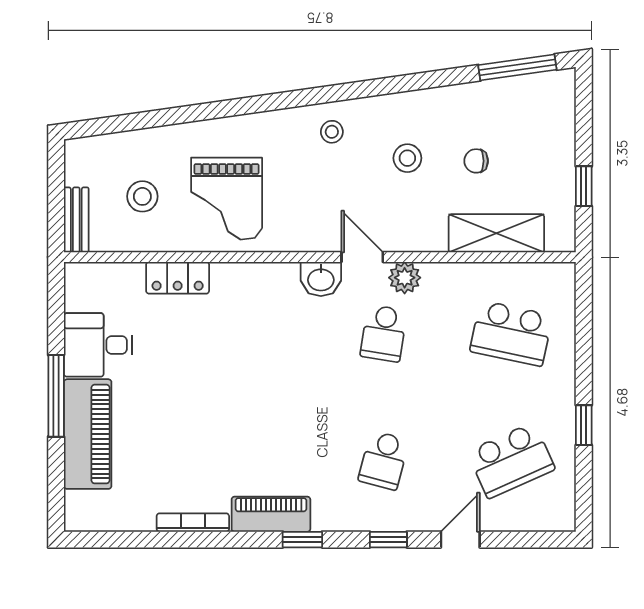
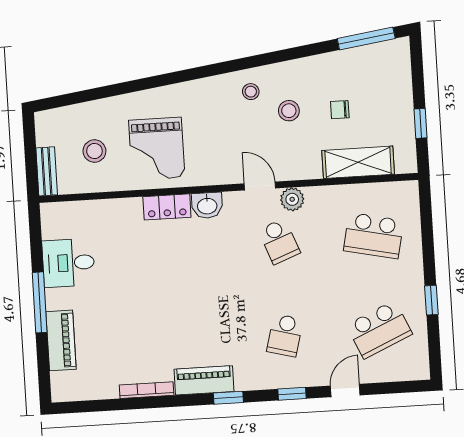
stool: (332, 132) -> (251, 92), moved
locker: (178, 278) -> (167, 207), moved
washbasin: (321, 279) -> (207, 205), moved
school desk: (384, 333) -> (279, 241), turned -30
piano: (88, 434) -> (61, 340), width x0.73, depth x0.75

